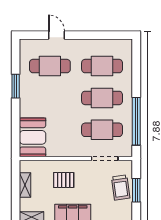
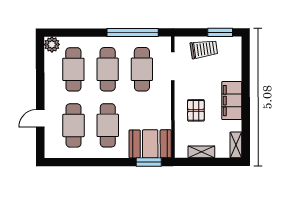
plant: (125, 46) -> (52, 44), added
window: (16, 86) -> (149, 162), moved
cafe table: (50, 98) -> (108, 125), added
window: (136, 190) -> (220, 32), moved

